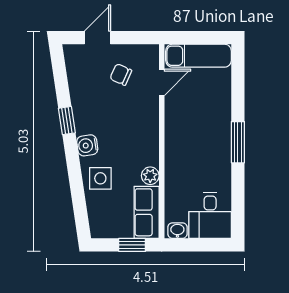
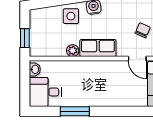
window: (238, 142) -> (75, 111), moved
row of seats: (147, 212) -> (98, 48), moved

